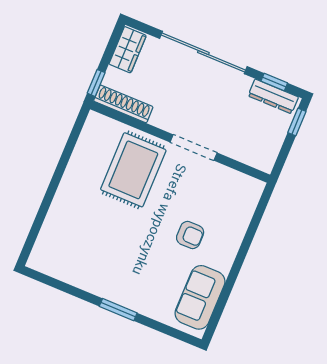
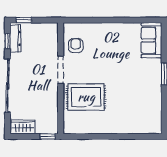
shoe rack: (123, 104) -> (53, 117), removed
armchair: (190, 235) -> (76, 46), moved
sofa: (200, 297) -> (151, 40), moved, turned 90

